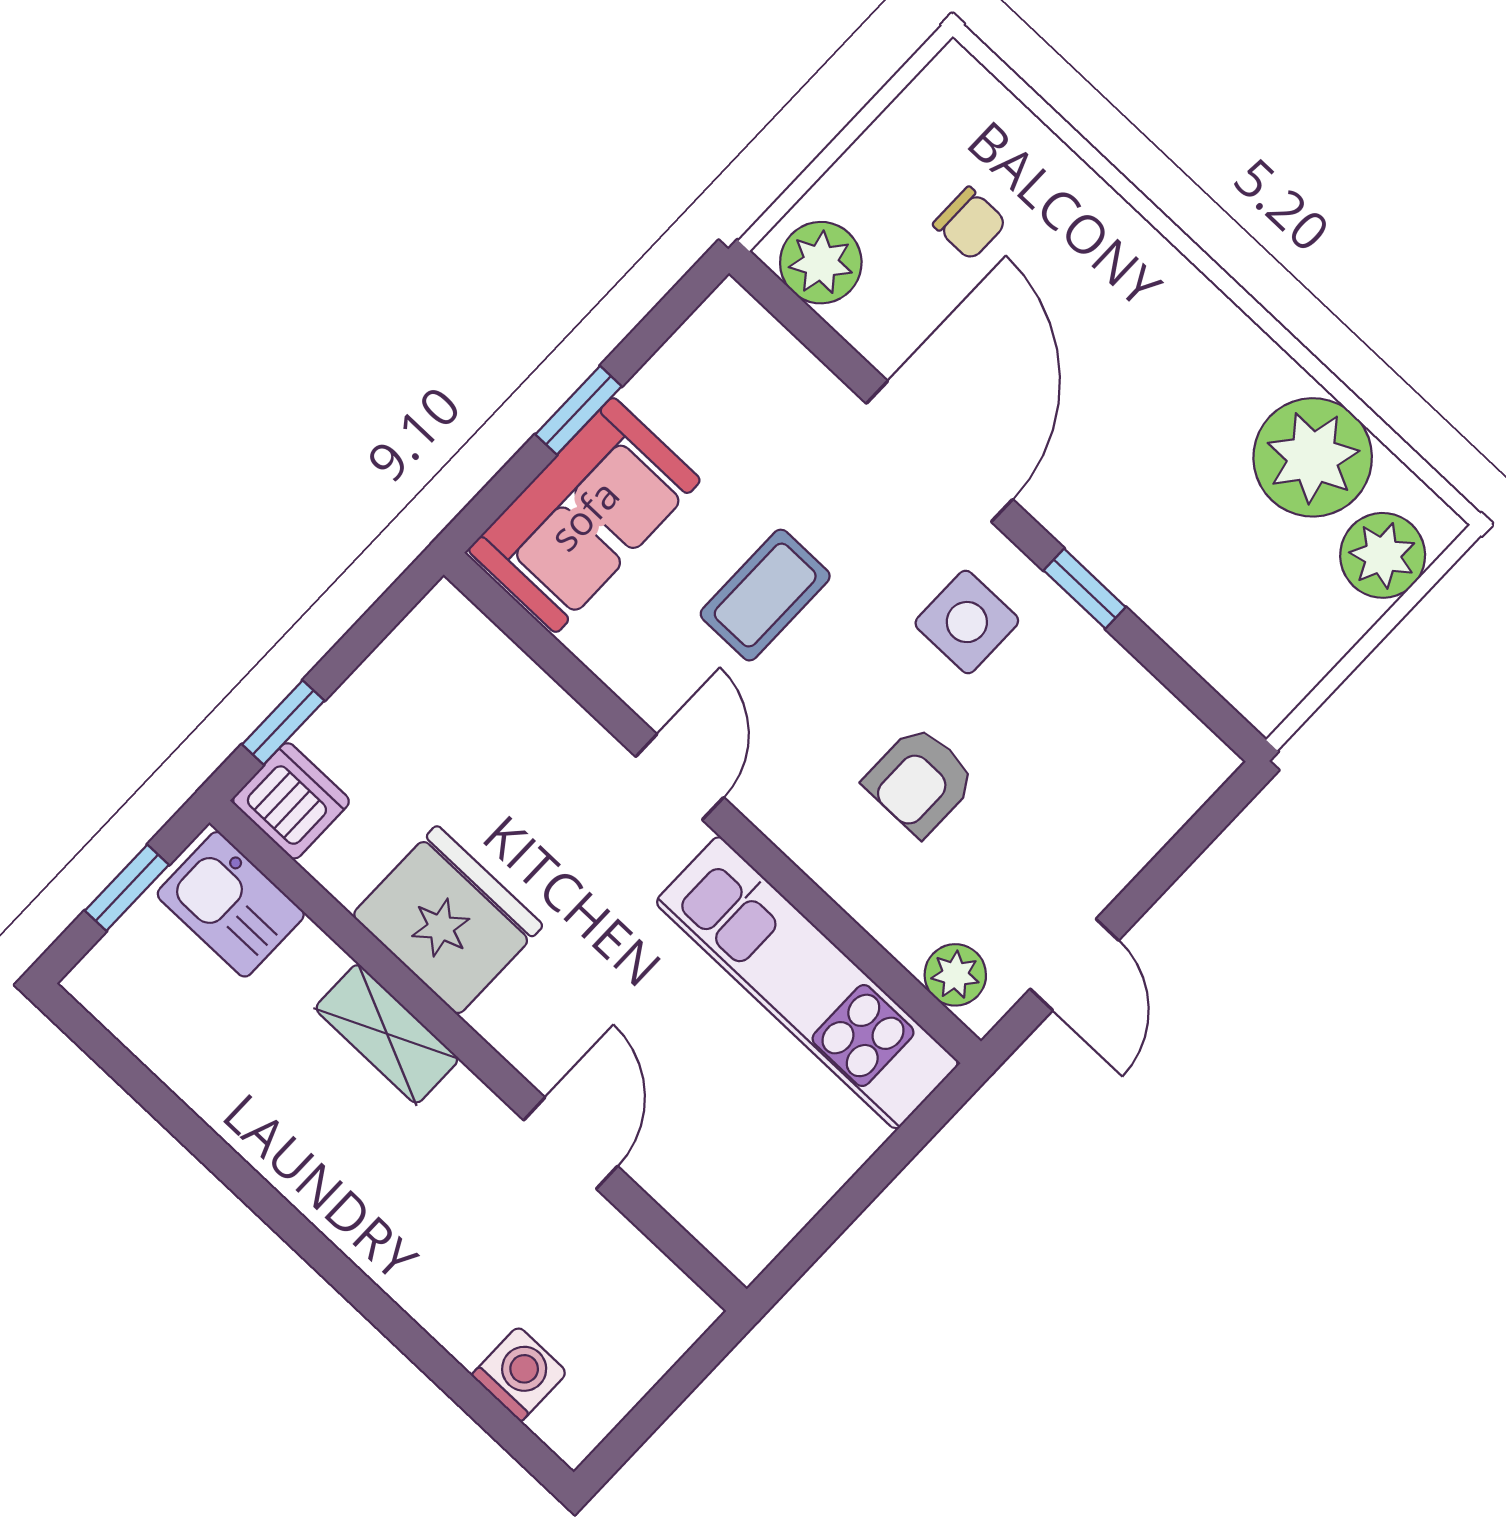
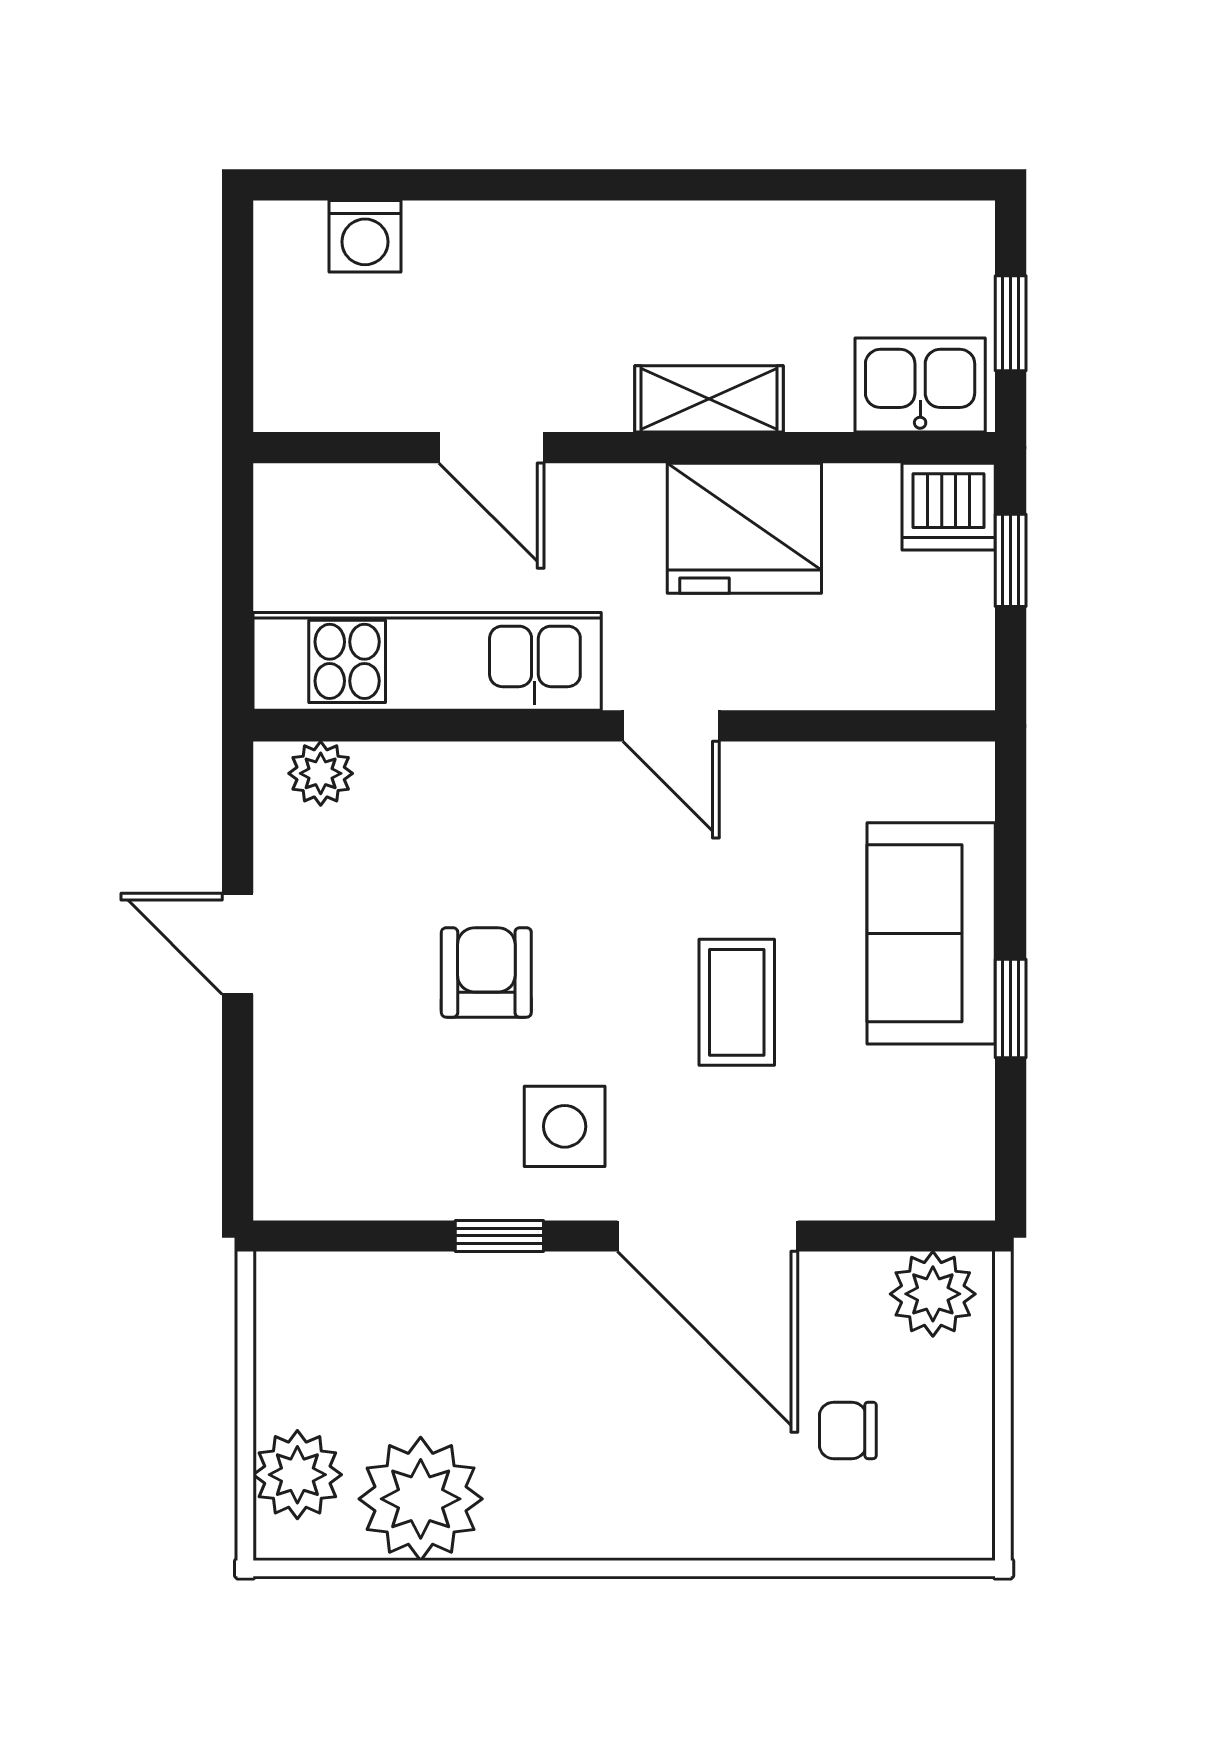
door: (680, 777) -> (671, 726), moved
wall: (712, 808) -> (624, 726), moved
plant: (955, 975) -> (321, 773), moved
kitchen unit: (807, 983) -> (427, 661), moved

